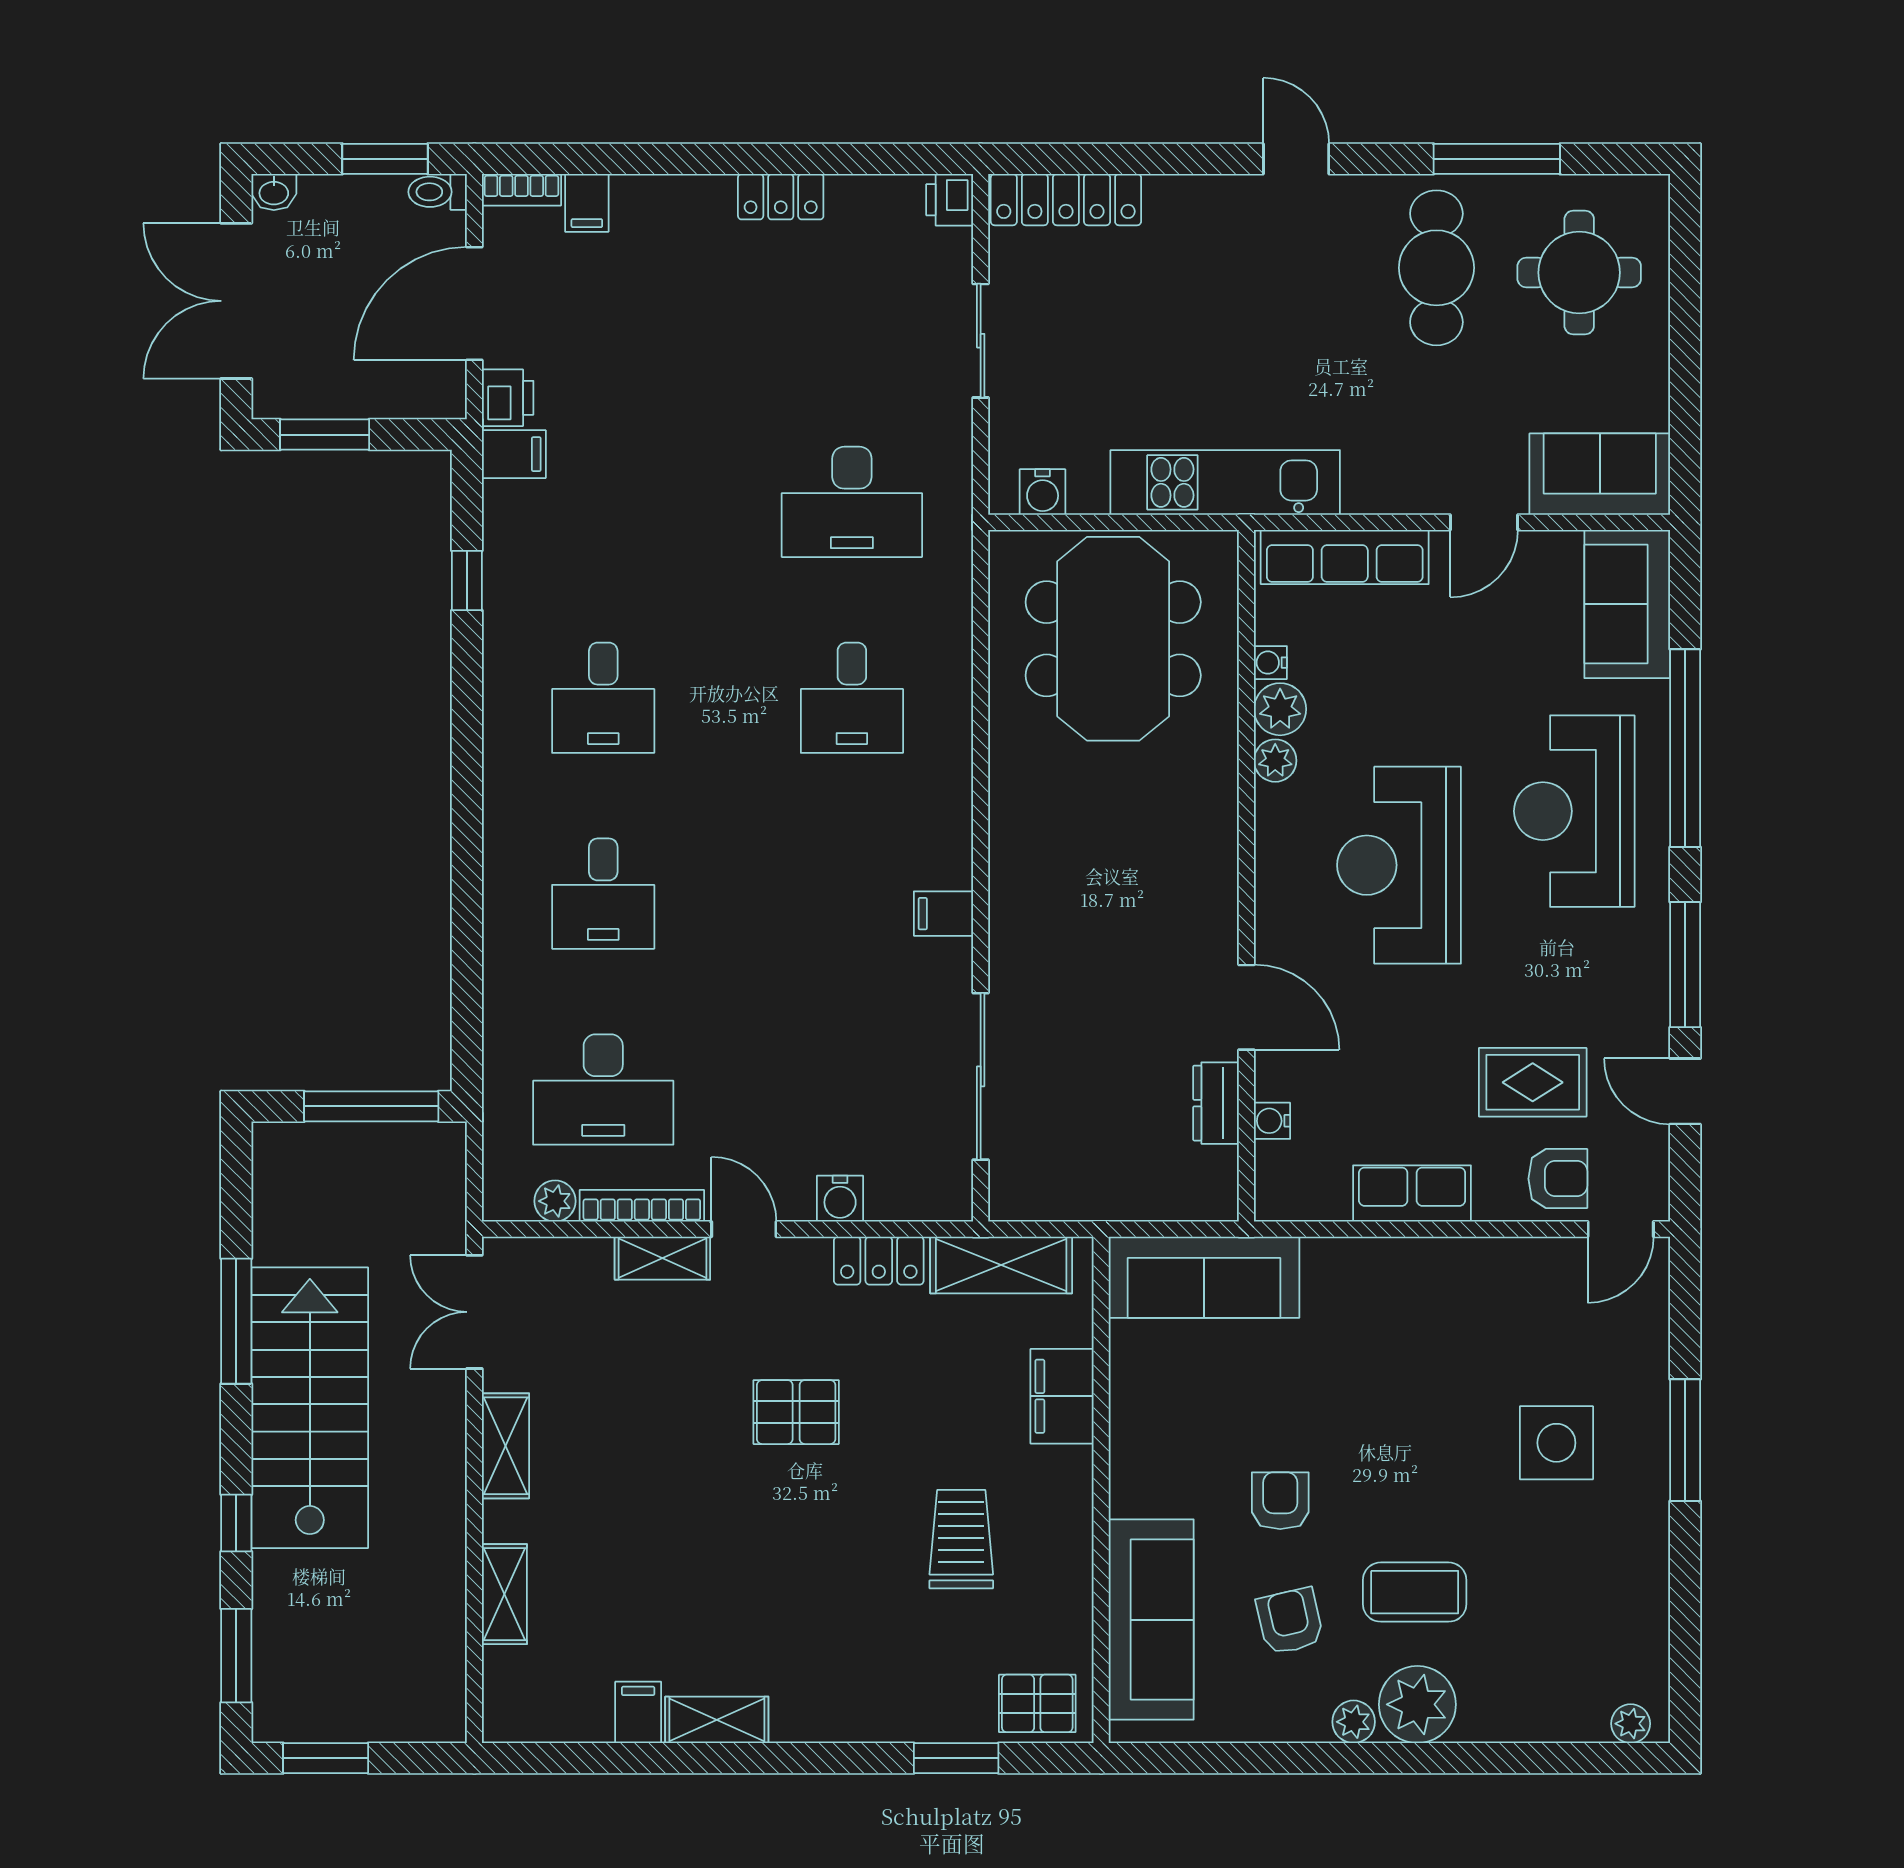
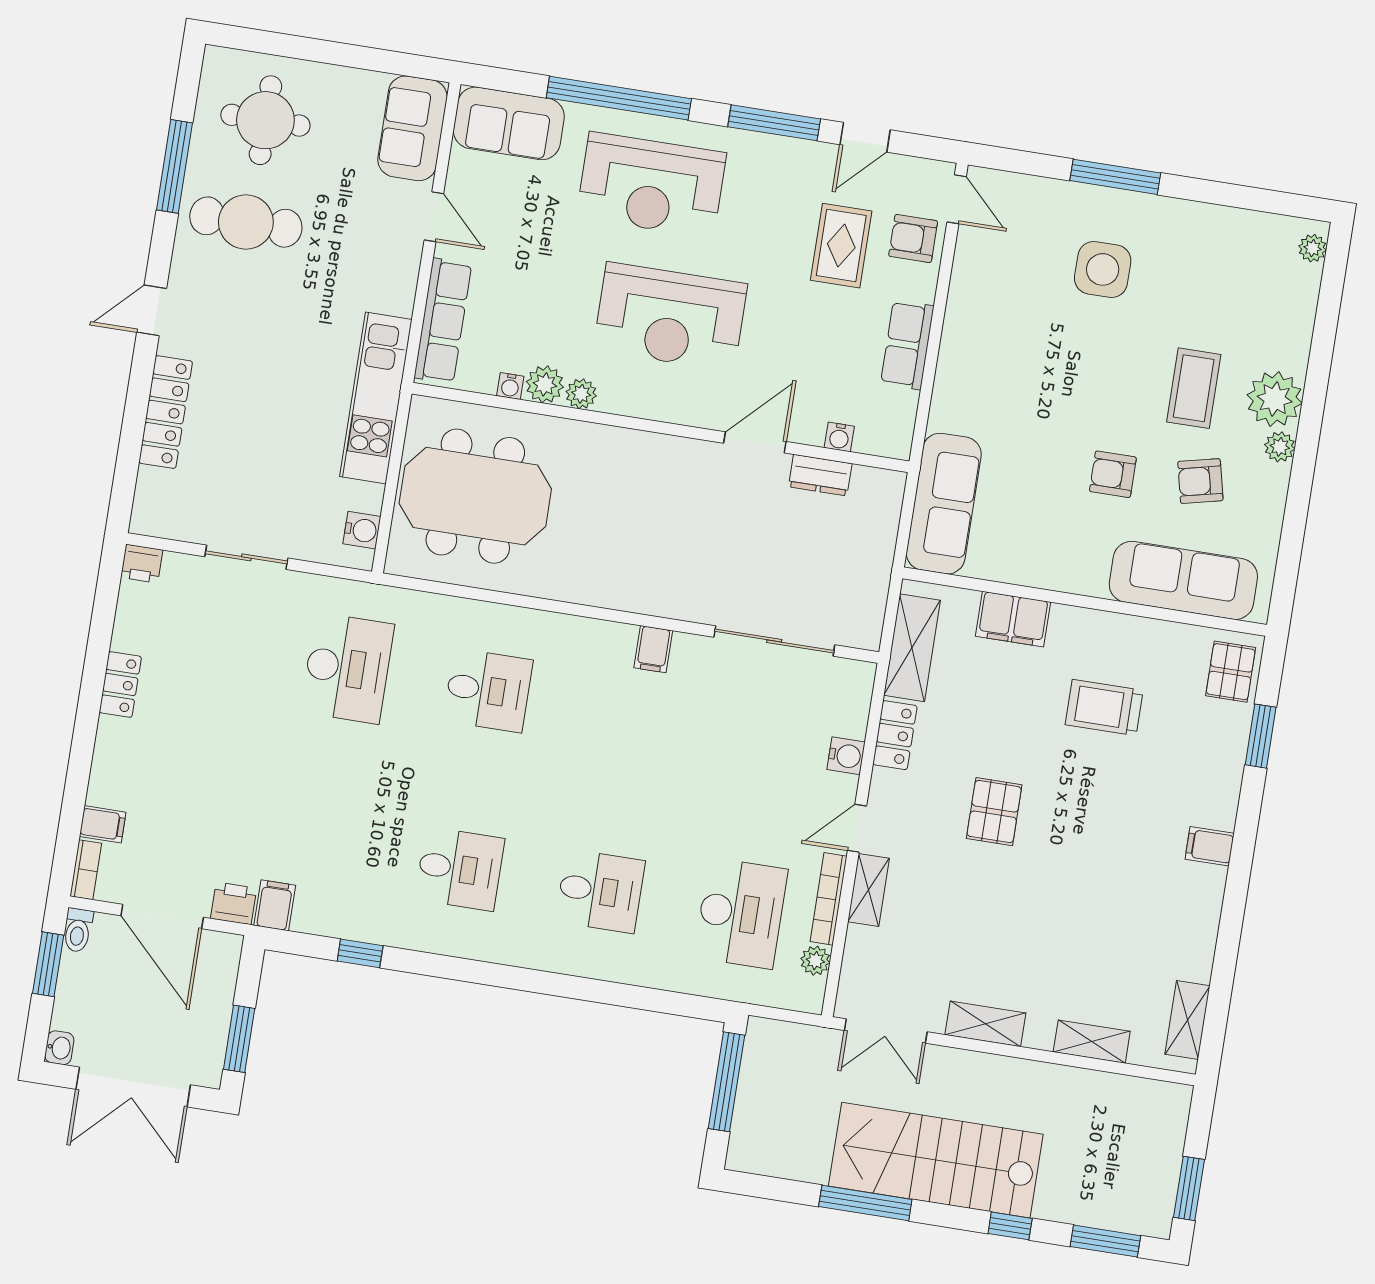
locker: (1066, 200) -> (166, 412), moved
armchair: (1558, 1179) -> (913, 238), turned -90
filing cabinet: (638, 1712) -> (1210, 846), moved
shelving: (717, 1720) -> (1188, 1020), moved

